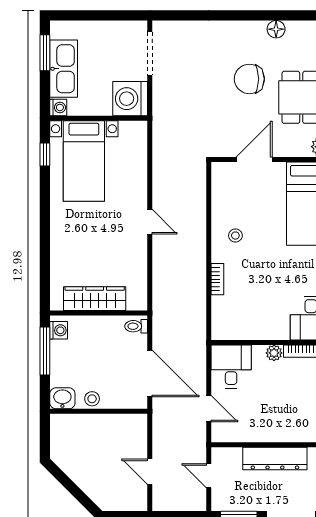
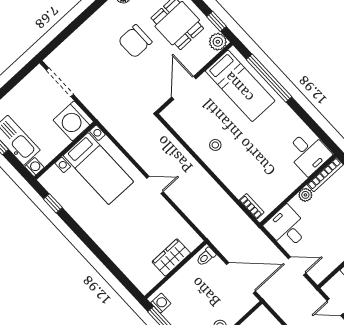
bed with nightstands: (84, 161) -> (98, 169), moved
bookcase: (217, 279) -> (252, 206), moved
wardrobe: (95, 299) -> (171, 257), width x0.67

